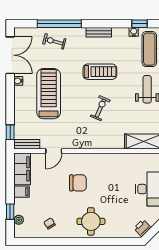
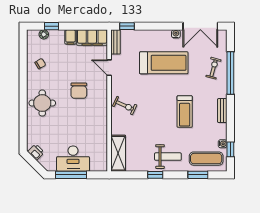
exercise bike: (100, 108) -> (125, 106), moved

